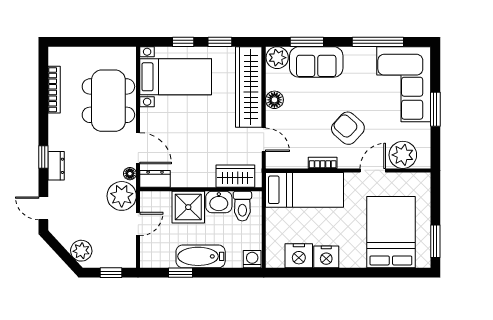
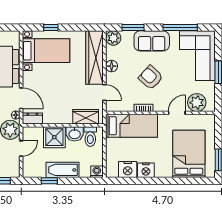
window: (220, 42) -> (75, 28), removed
sofa: (316, 62) -> (152, 41), moved
armchair: (348, 128) -> (151, 77), moved

